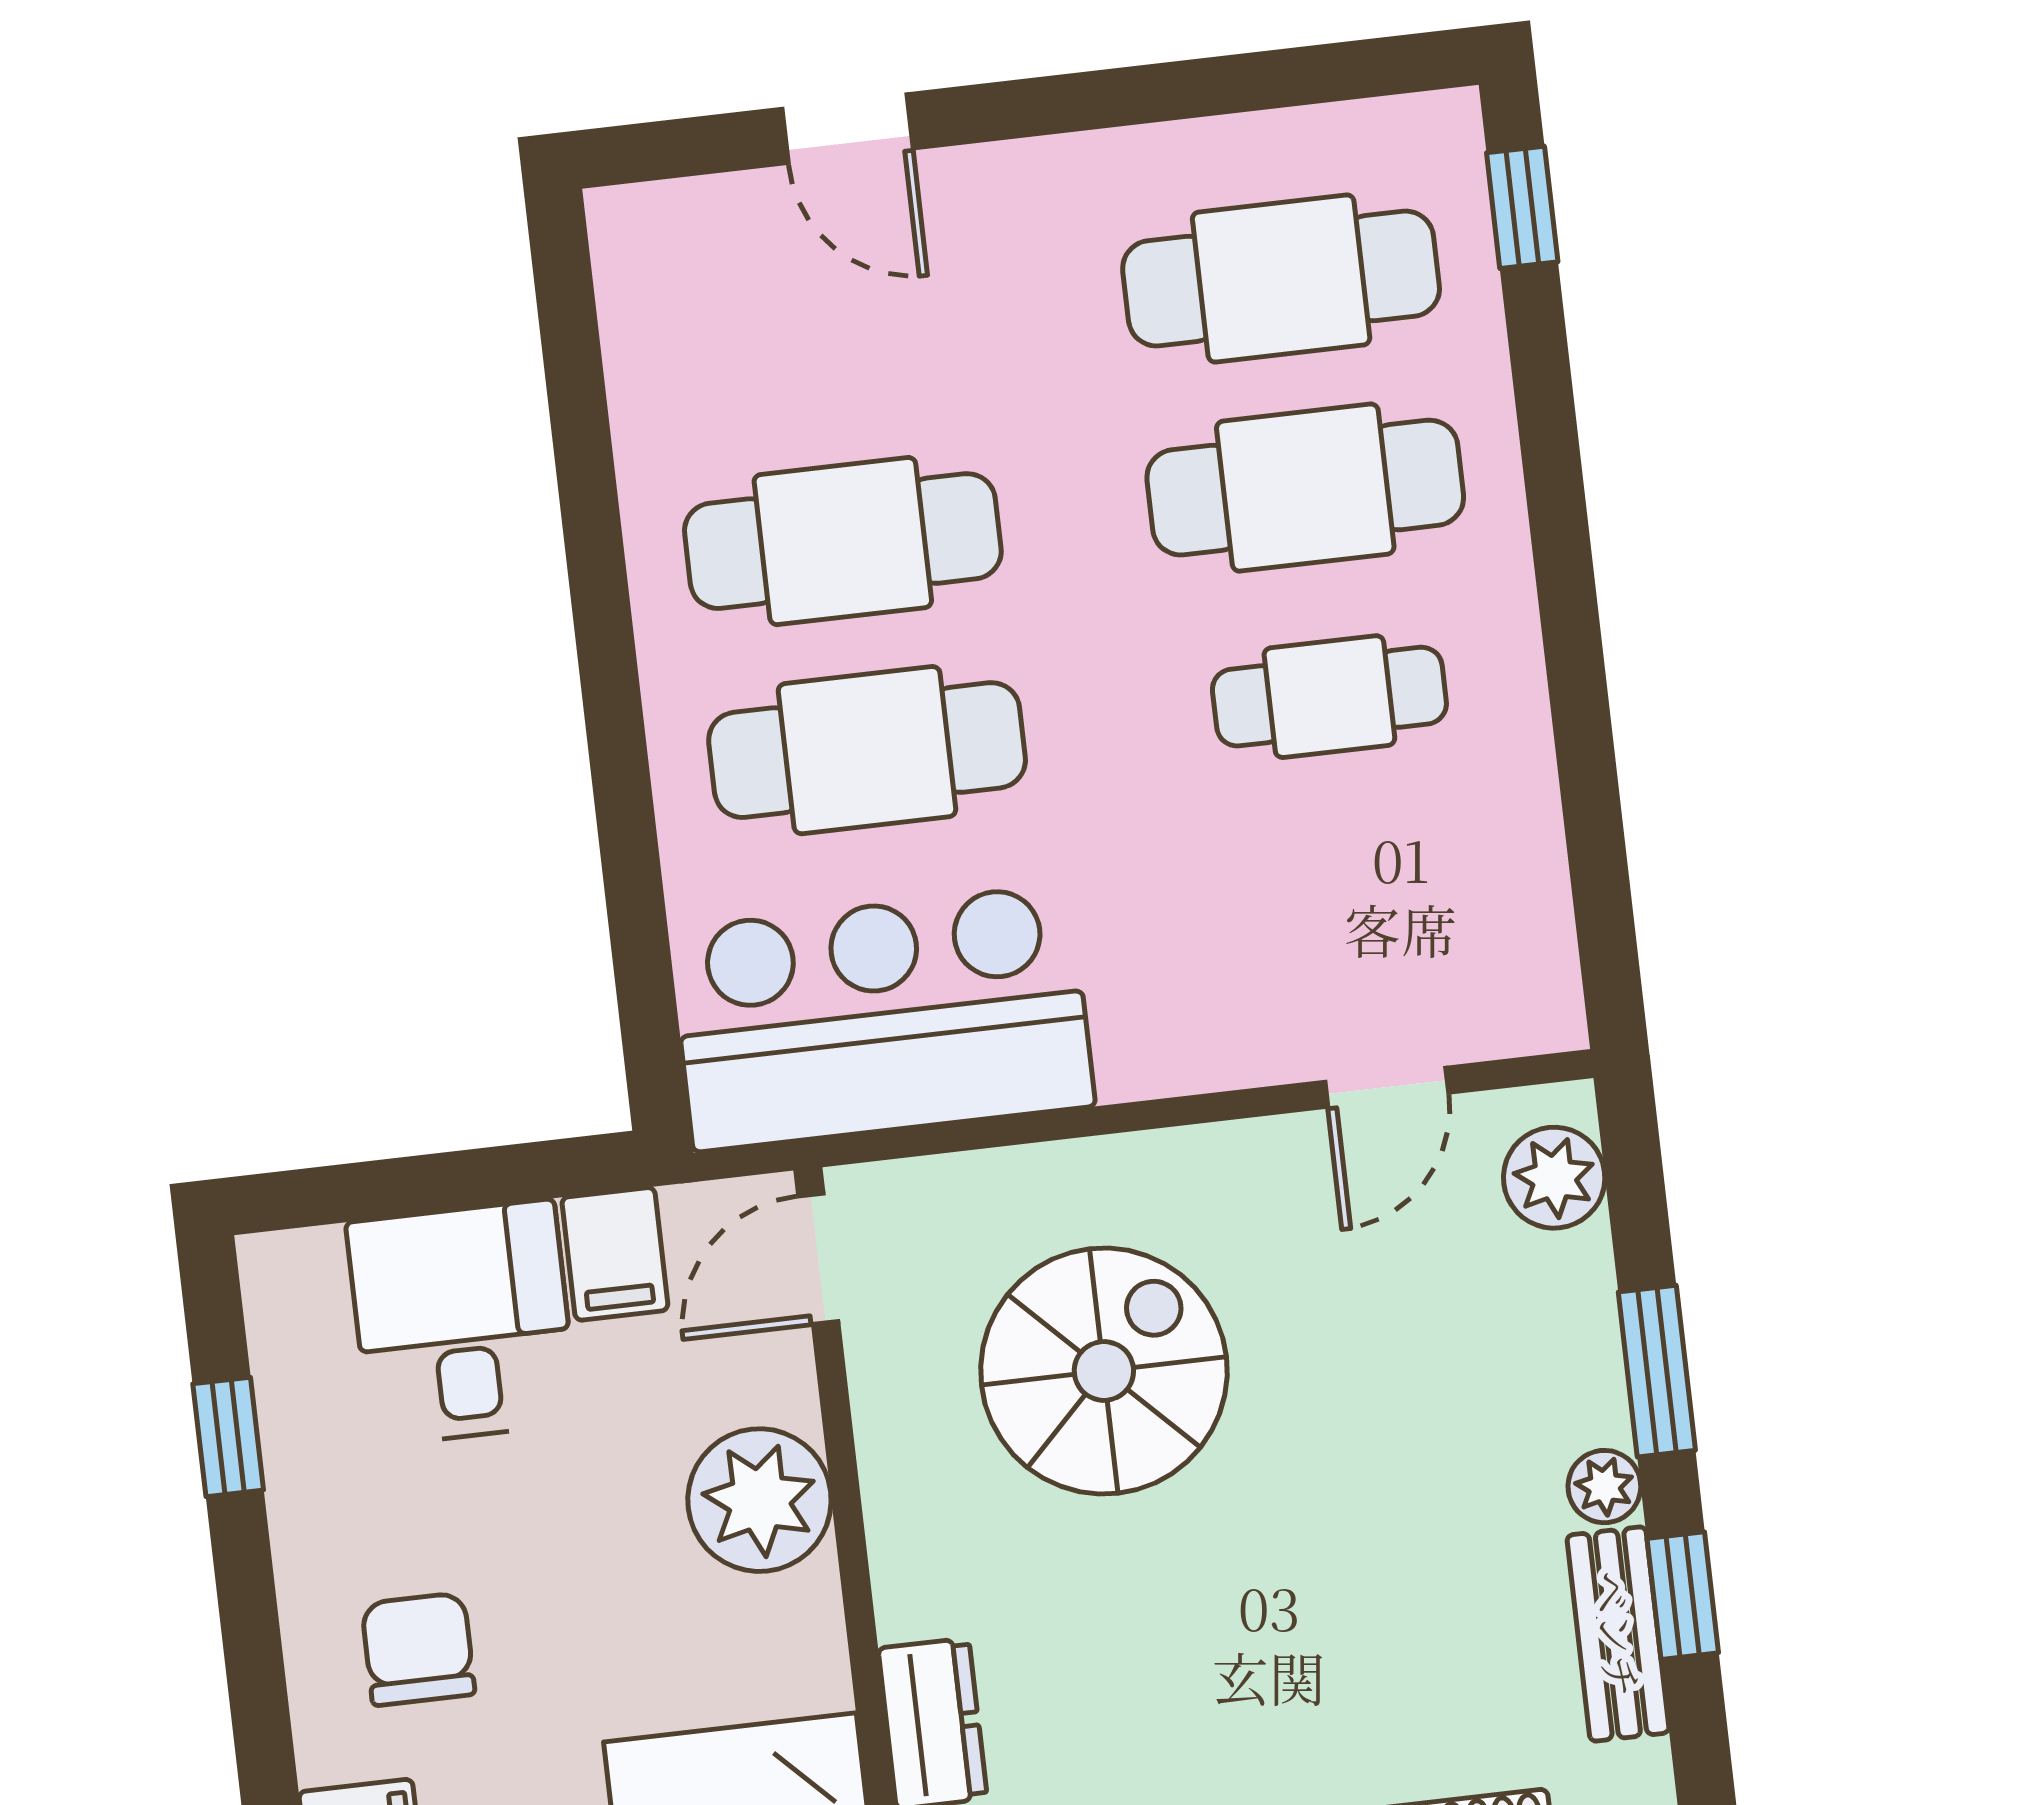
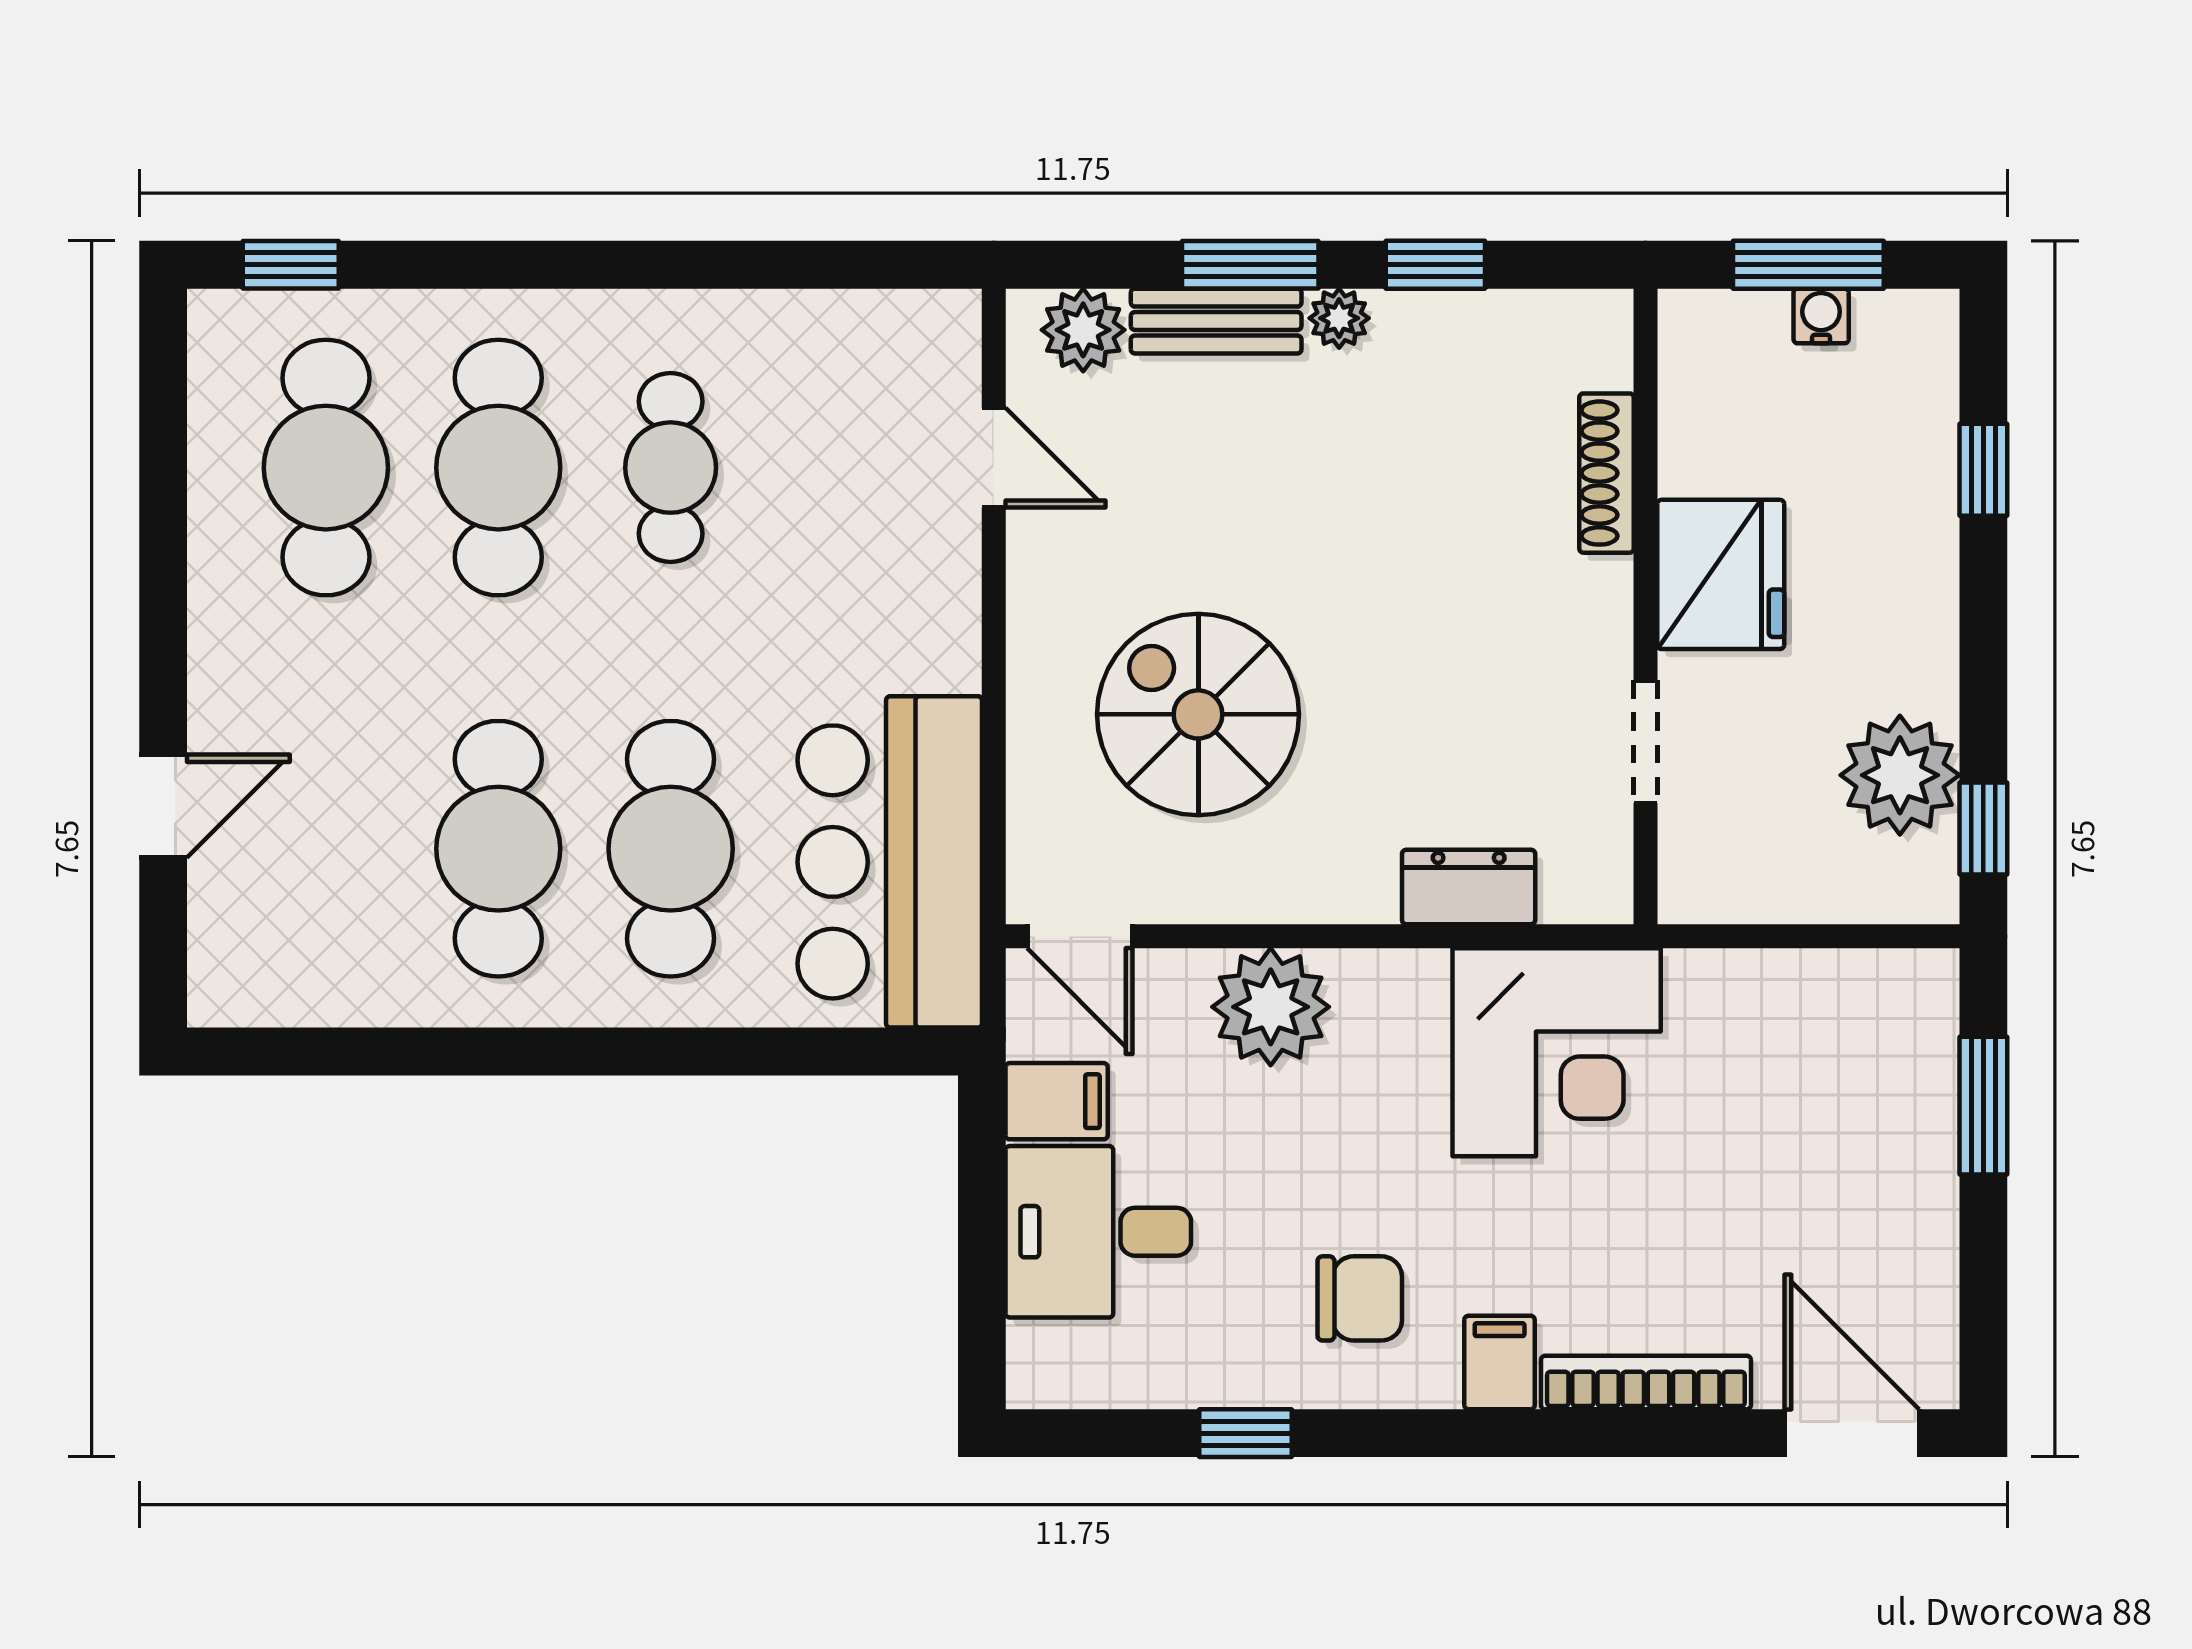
window: (228, 1437) -> (1246, 1433), moved
bench: (1618, 1634) -> (1216, 321), moved
chair: (418, 1649) -> (1360, 1298), turned 180

